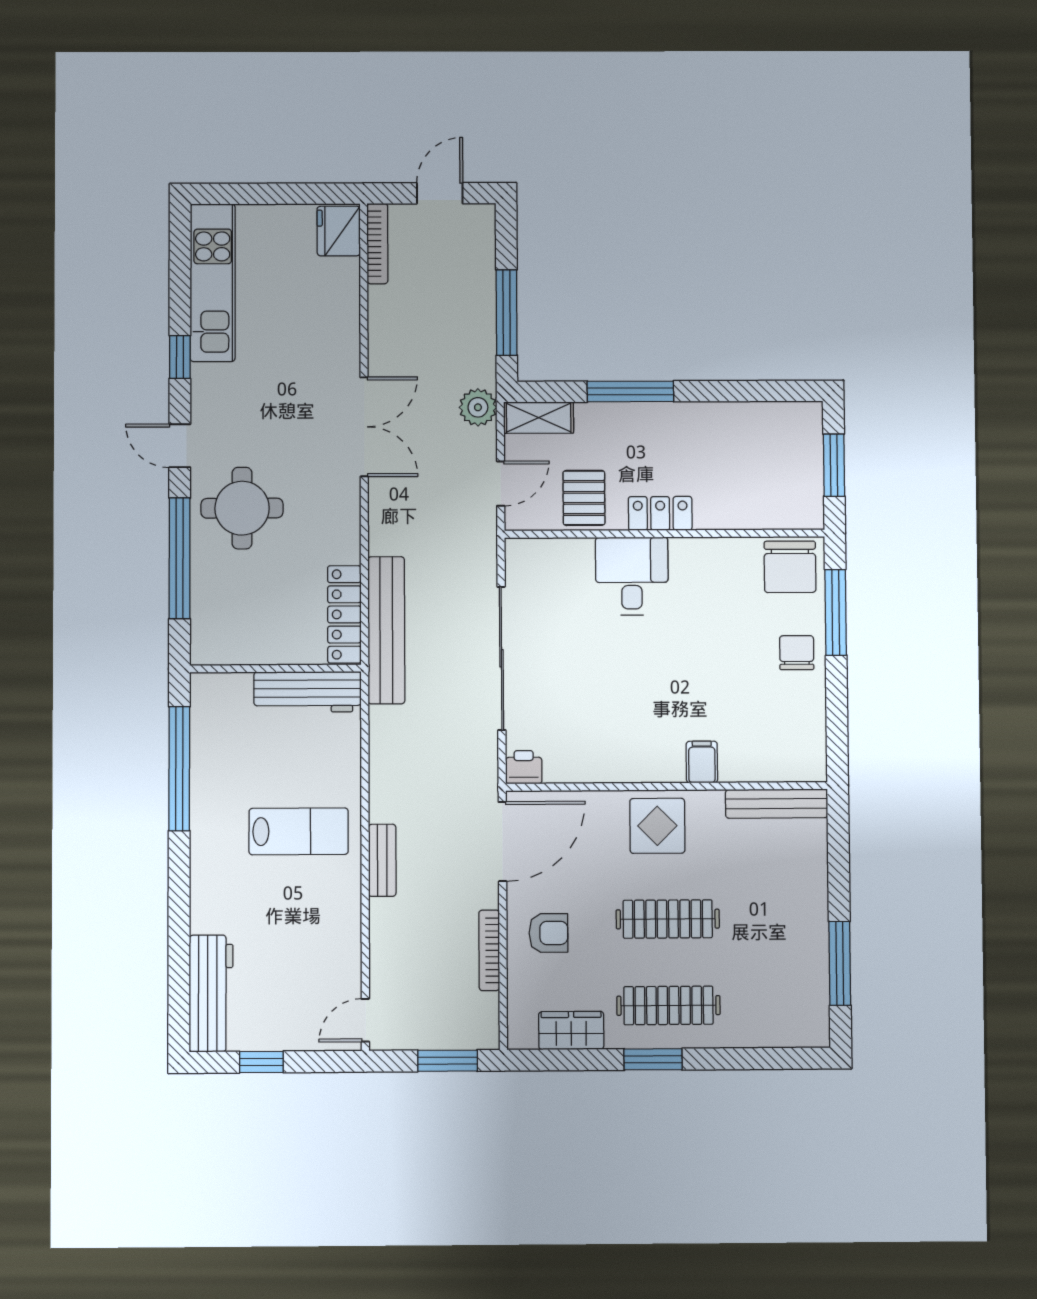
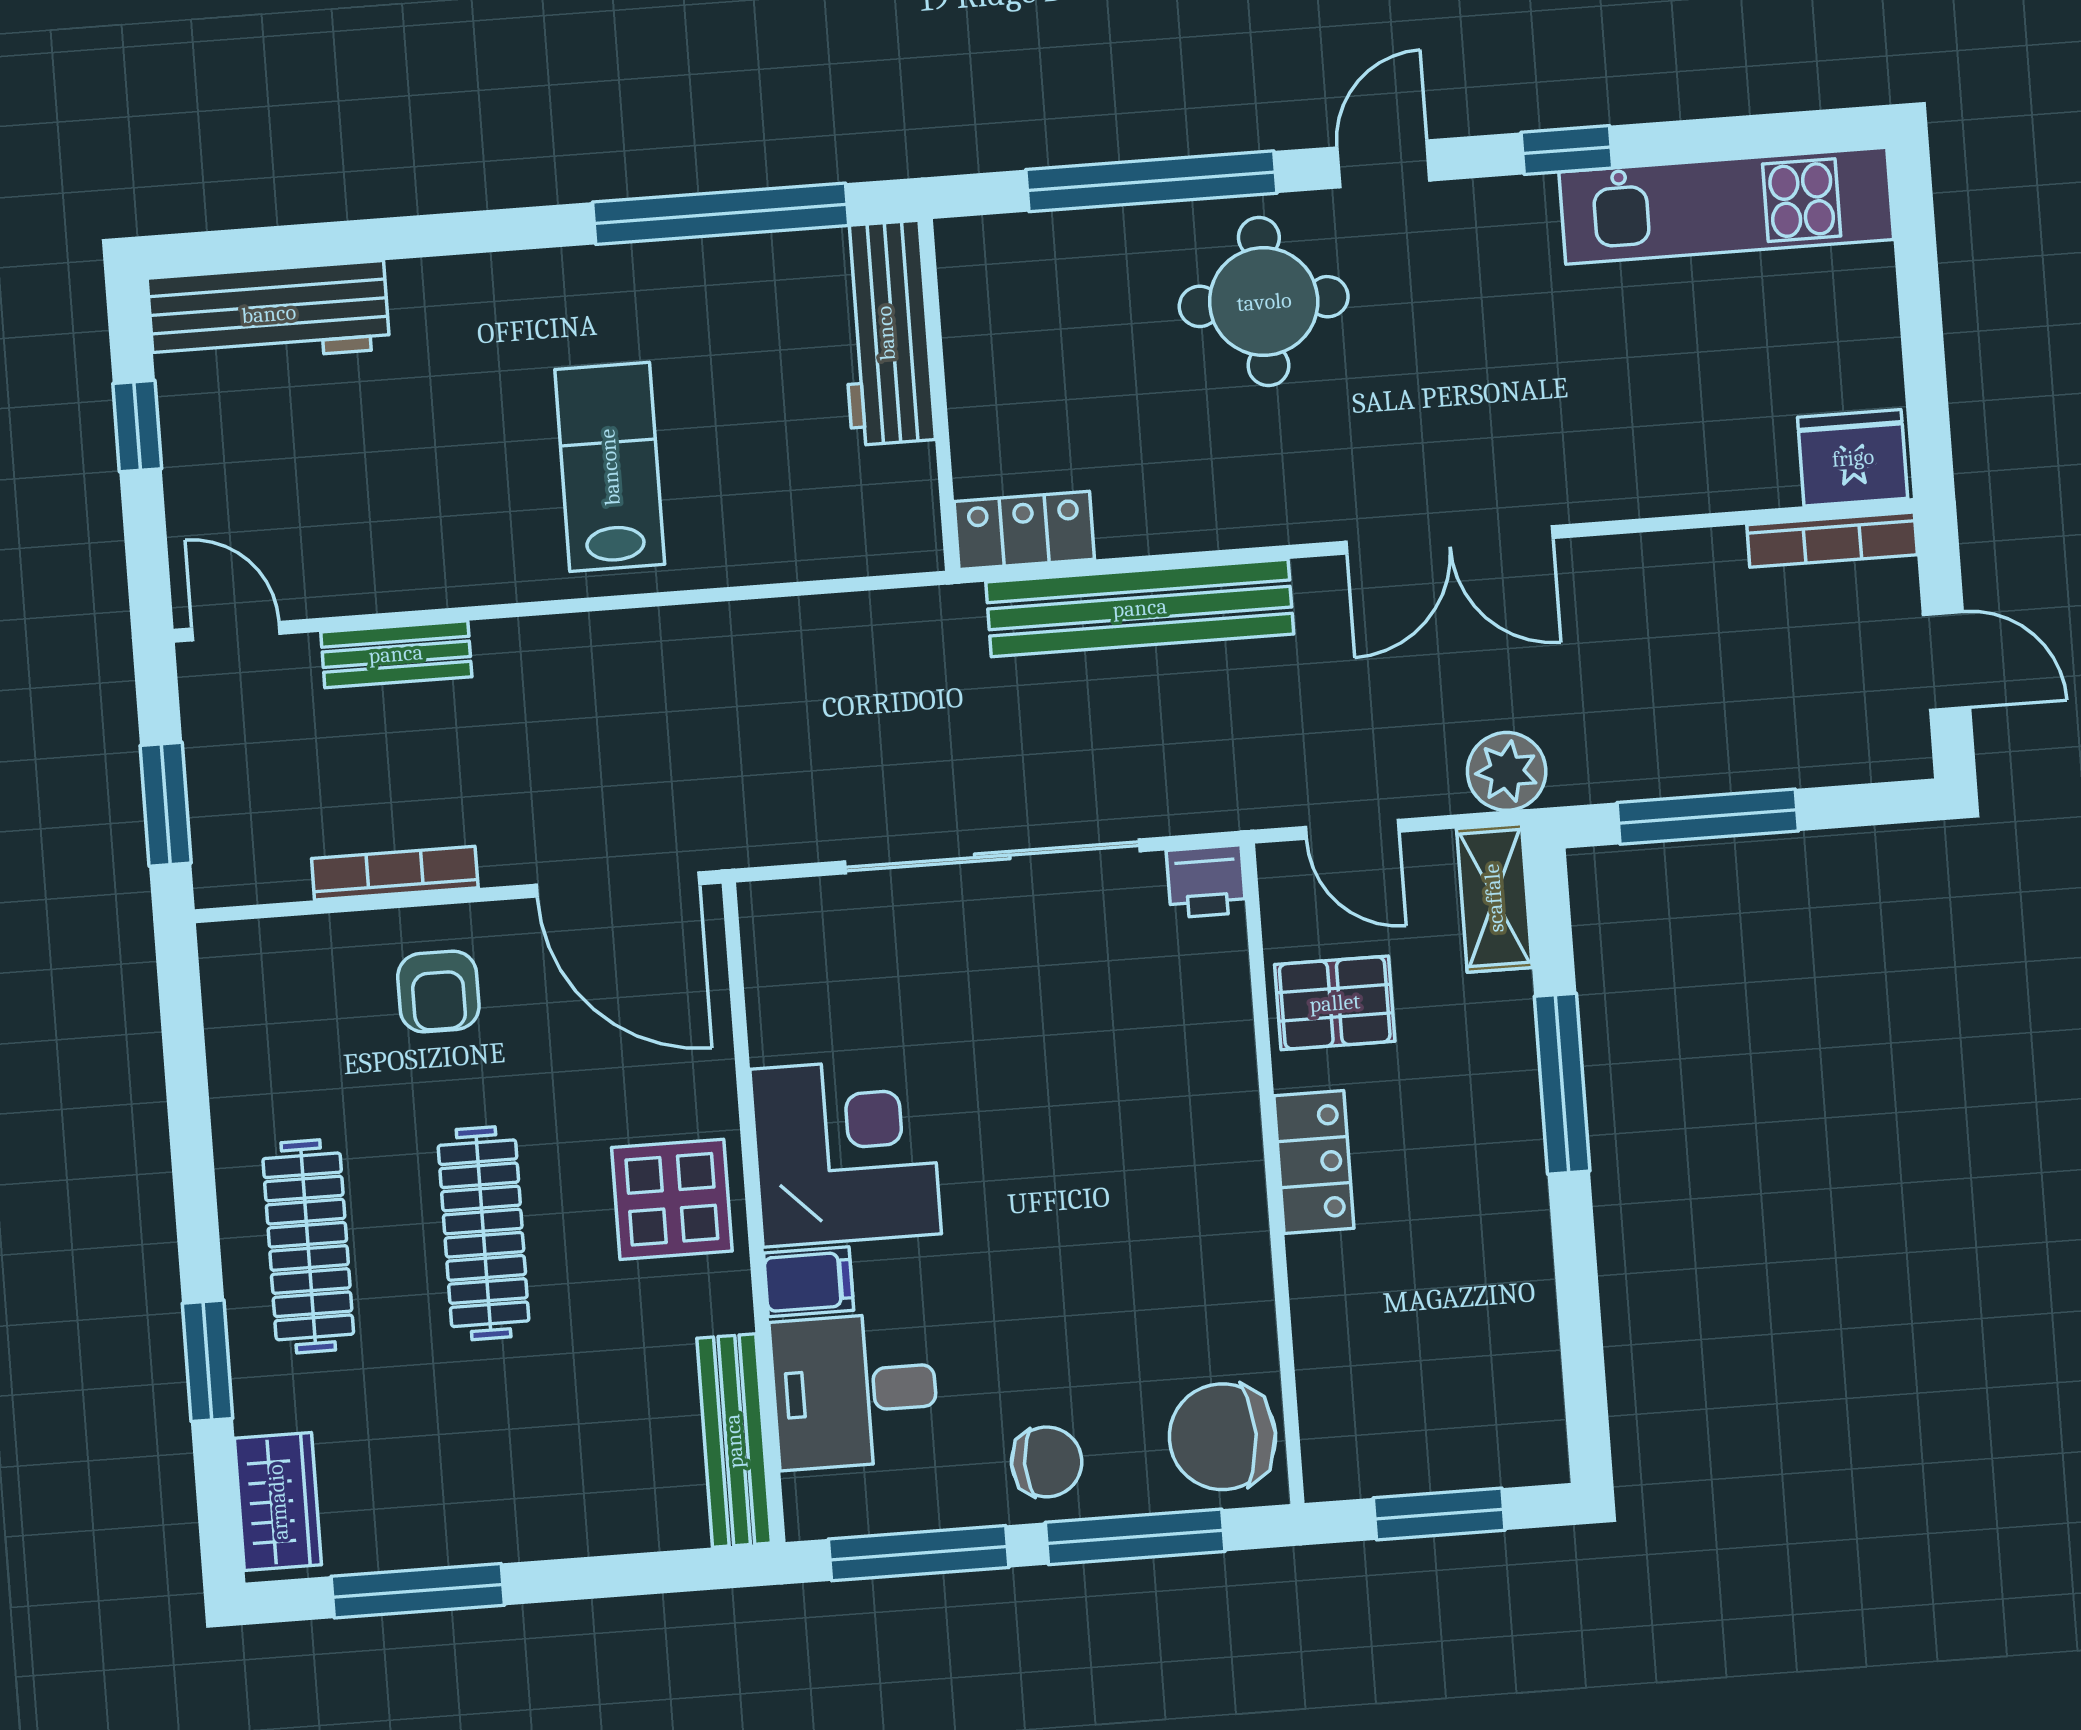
desk: (632, 576) -> (855, 1391), moved, turned 180
locker: (344, 614) -> (1024, 530), width x0.66
bench: (386, 630) -> (1140, 608), moved
workbench: (308, 692) -> (886, 333), moved
window: (837, 718) -> (919, 1553), added
corner desk: (640, 740) -> (846, 1152), added
printer: (524, 767) -> (1206, 881), moved, turned 90
lab bench: (299, 831) -> (610, 467), turned 180
bench: (382, 860) -> (396, 654), moved
wardrobe: (571, 1030) -> (278, 1502), moved
window: (653, 1059) -> (207, 1361), moved

